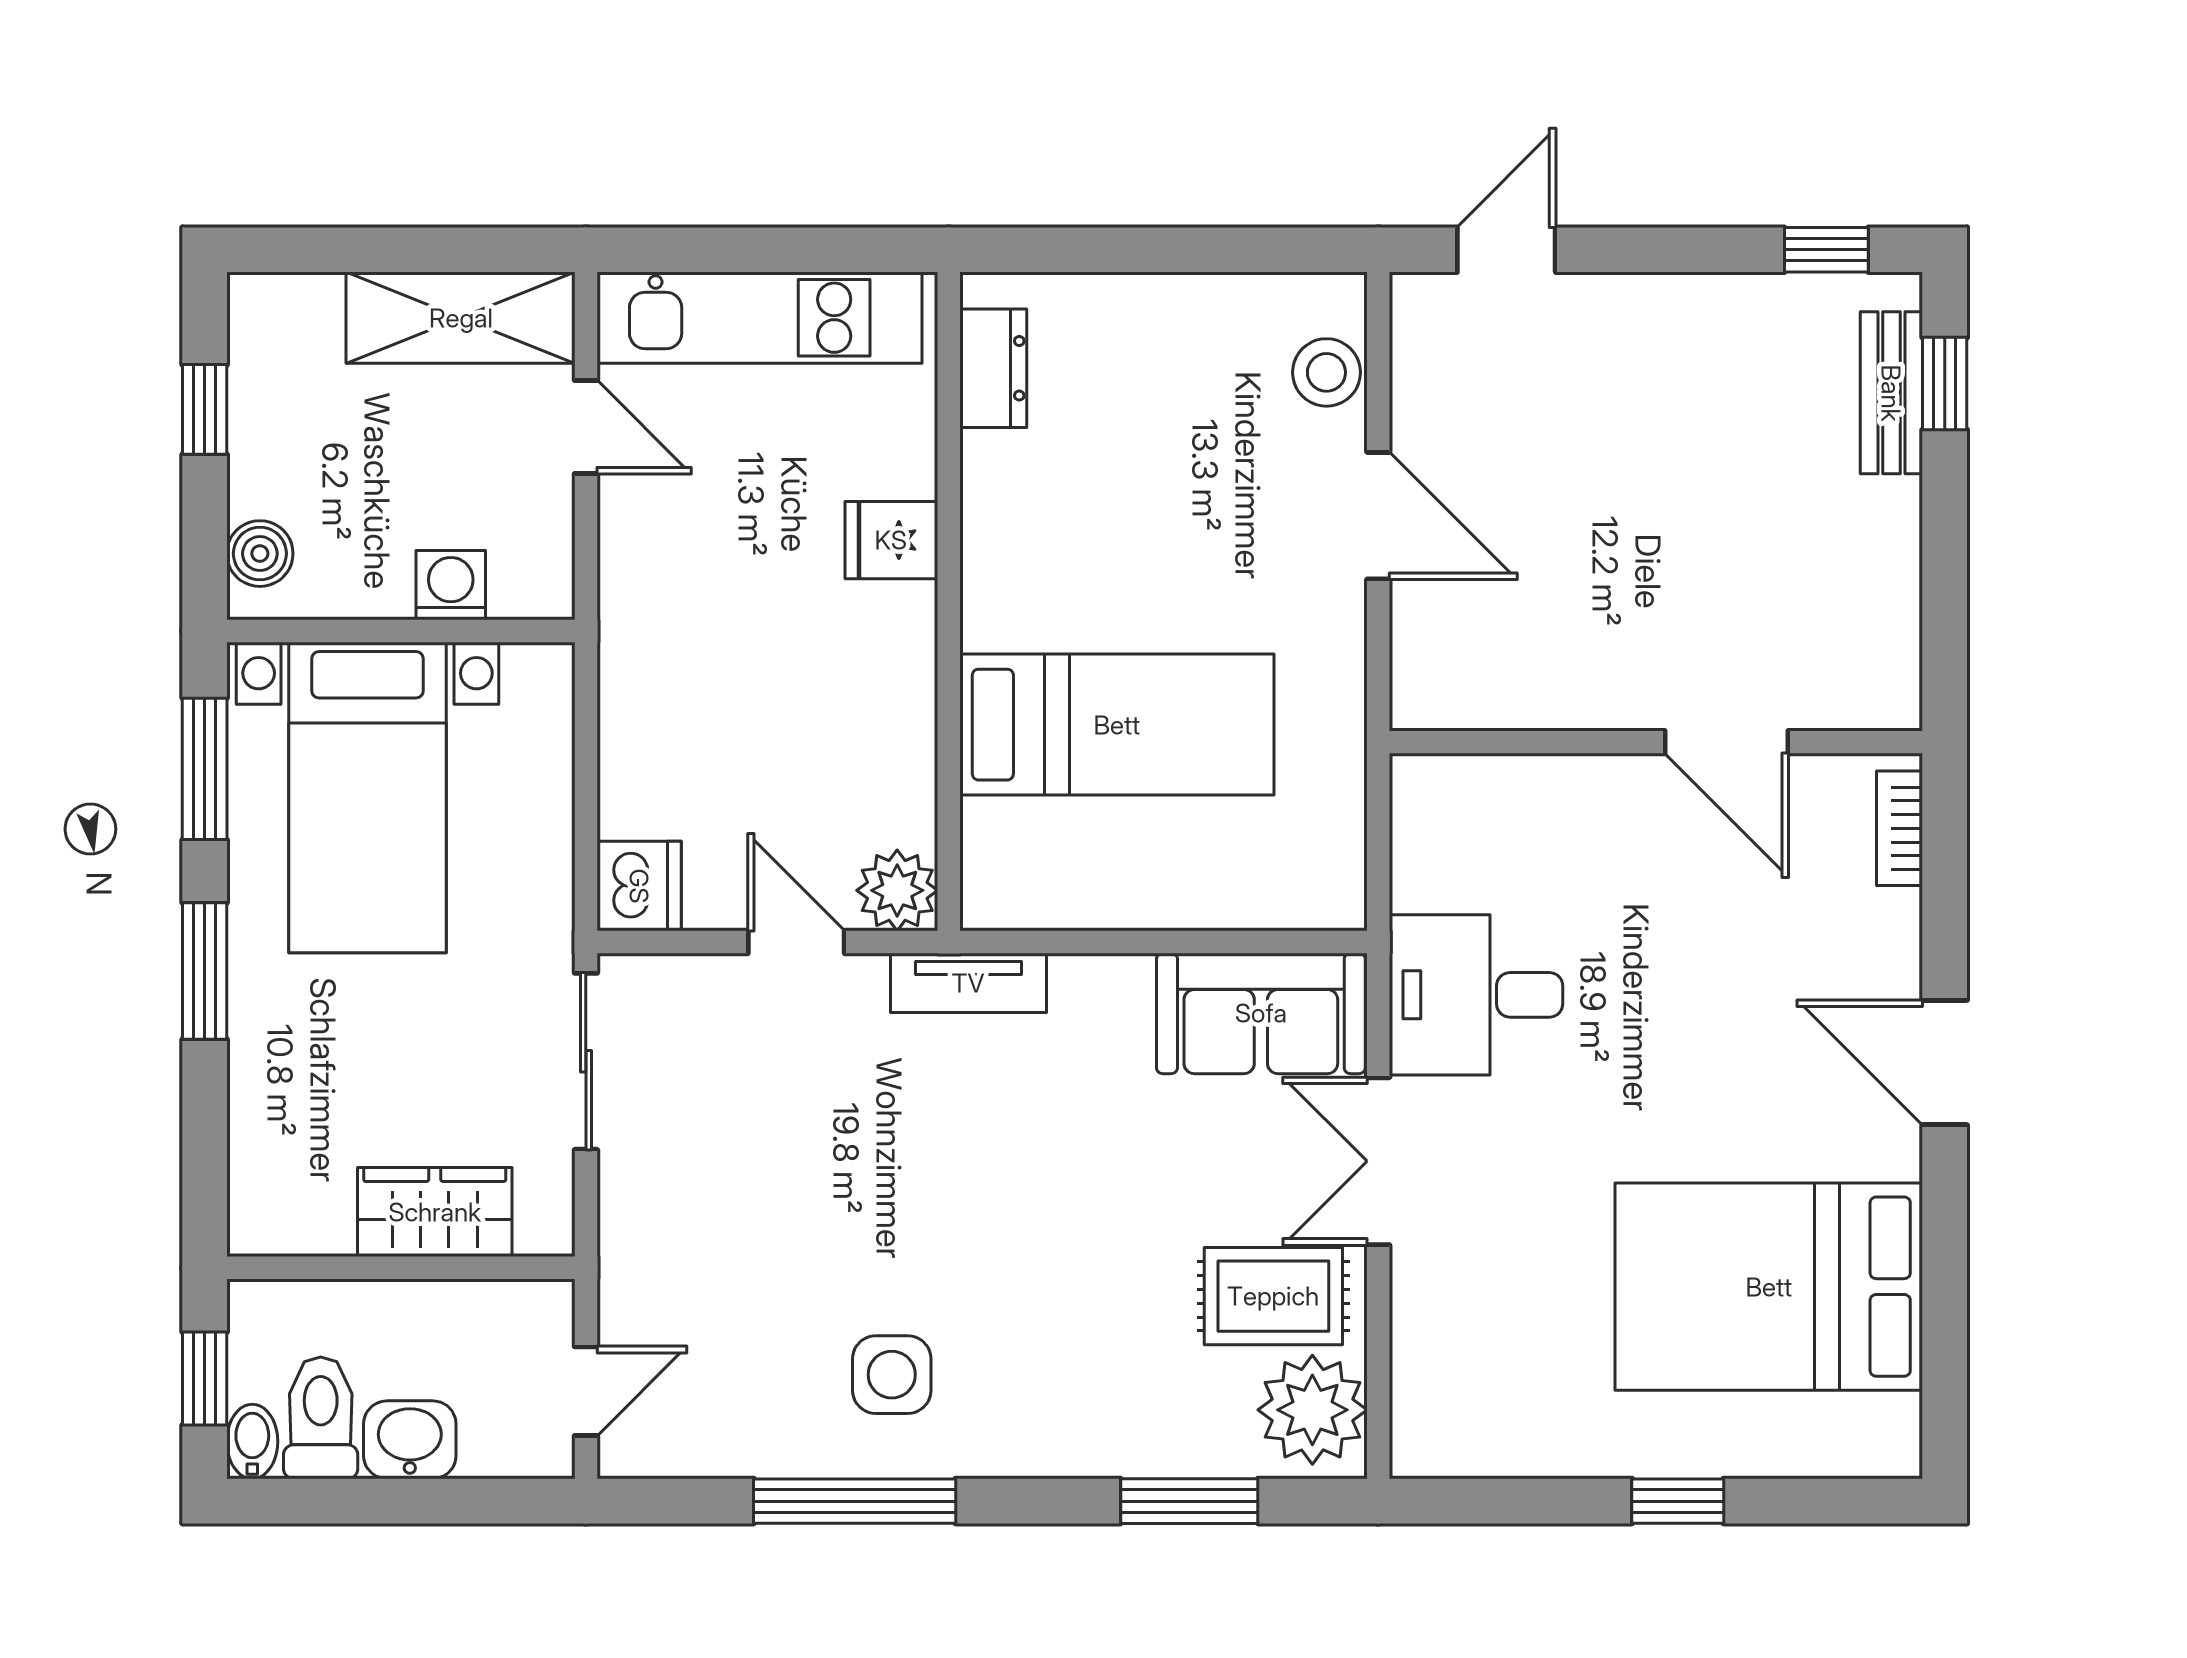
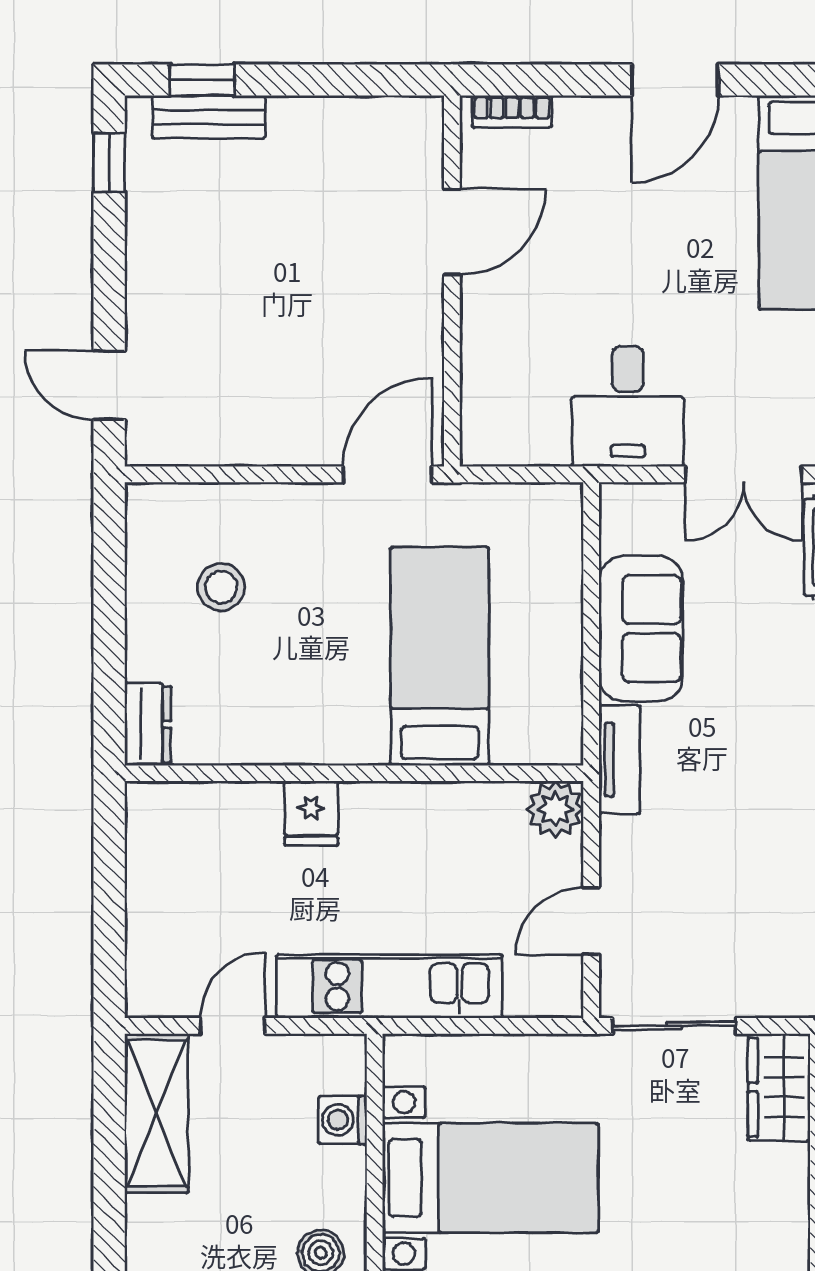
kitchen unit: (759, 318) -> (389, 986), moved, turned -90
dresser: (993, 368) -> (148, 724), moved, turned 90
stool: (1326, 372) -> (221, 587), moved
door: (1378, 516) -> (387, 474), moved
dishwasher: (639, 886) -> (552, 989), removed
door: (796, 942) -> (591, 921), moved
sofa: (1261, 1013) -> (641, 629), moved
wardrobe: (435, 1212) -> (779, 1087), moved

